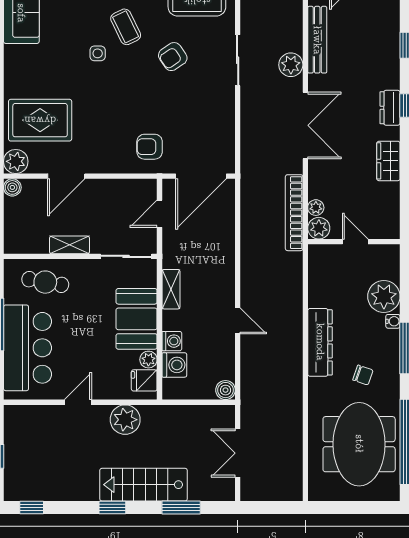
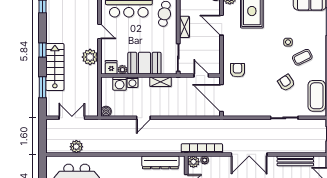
plant: (291, 65) -> (76, 147), moved
dresser: (320, 342) -> (160, 162), moved

